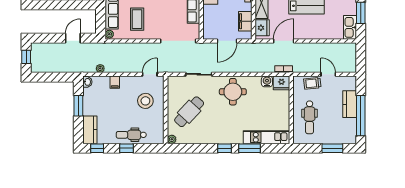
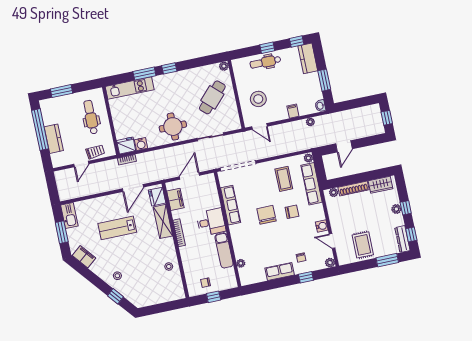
door: (150, 74) -> (260, 126), hinge flipped
door: (328, 74) -> (81, 164), hinge flipped
dental chair: (131, 135) -> (265, 62), turned 180

